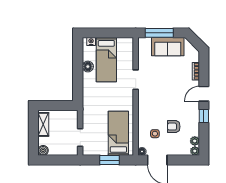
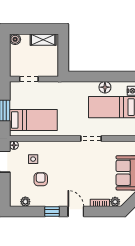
plant: (195, 151) -> (115, 202), moved

